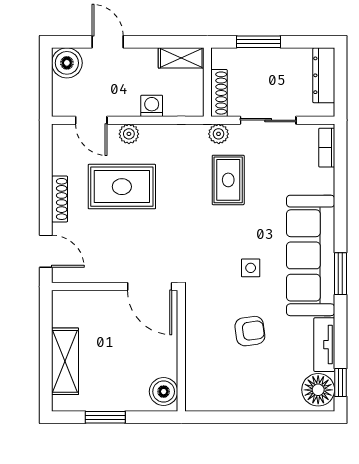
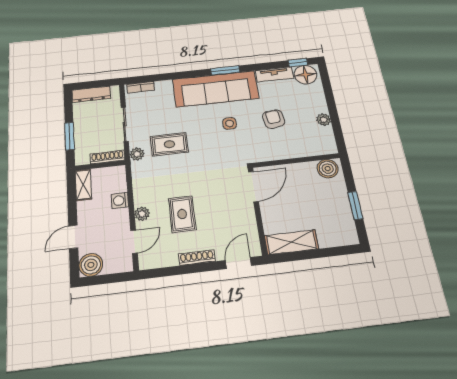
rug: (122, 187) -> (182, 214), width x0.73, depth x0.70
shelving: (65, 361) -> (291, 242), moved
plant: (240, 401) -> (324, 120), added

